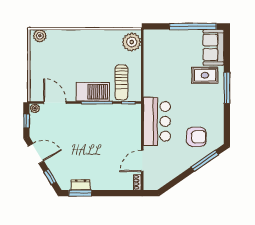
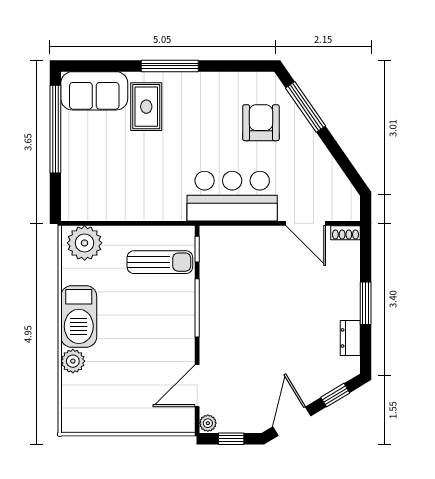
plant: (40, 36) -> (73, 361), moved
barbecue: (93, 92) -> (79, 316), moved, turned 180
window: (80, 193) -> (366, 303), moved

